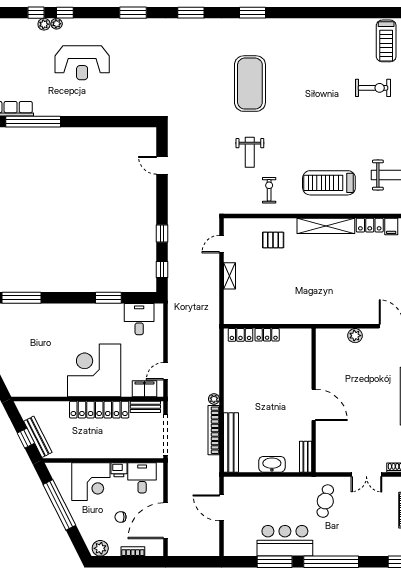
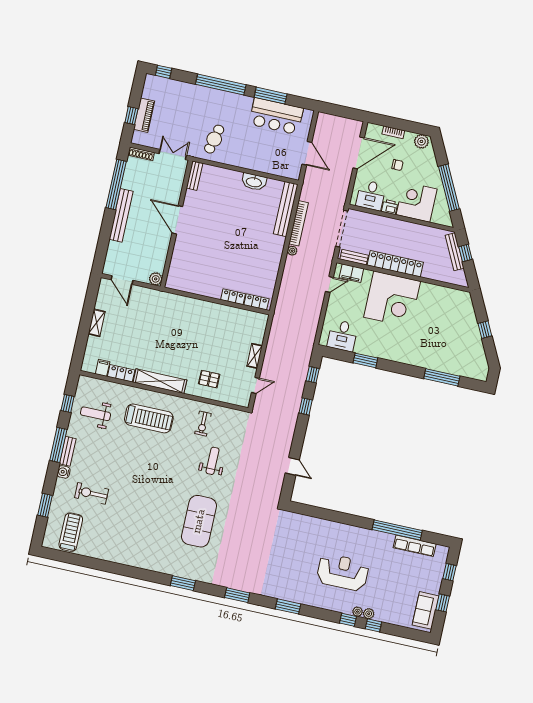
wall: (314, 400) -> (176, 224), moved
door: (314, 405) -> (177, 220), moved
bench: (306, 457) -> (195, 176), moved
bar counter: (285, 541) -> (276, 116), moved

